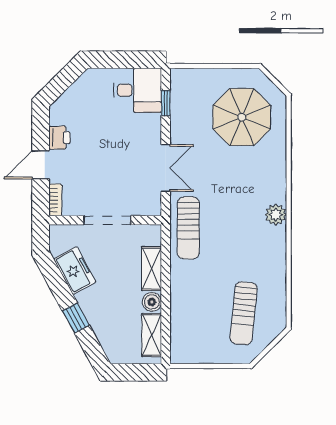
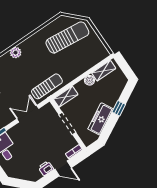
shelving: (152, 269) -> (66, 97), moved
freezer: (75, 270) -> (101, 119), width x1.40
sun lounger: (244, 313) -> (67, 37), width x1.36, depth x1.34

